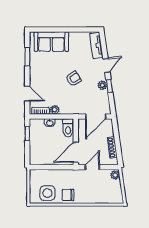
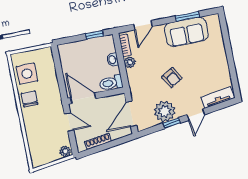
sofa: (51, 42) -> (186, 32), moved, turned -90
door: (106, 66) -> (196, 115), hinge flipped
plant: (102, 85) -> (165, 111), width x1.87, depth x1.87
door: (96, 117) -> (131, 114), hinge flipped

